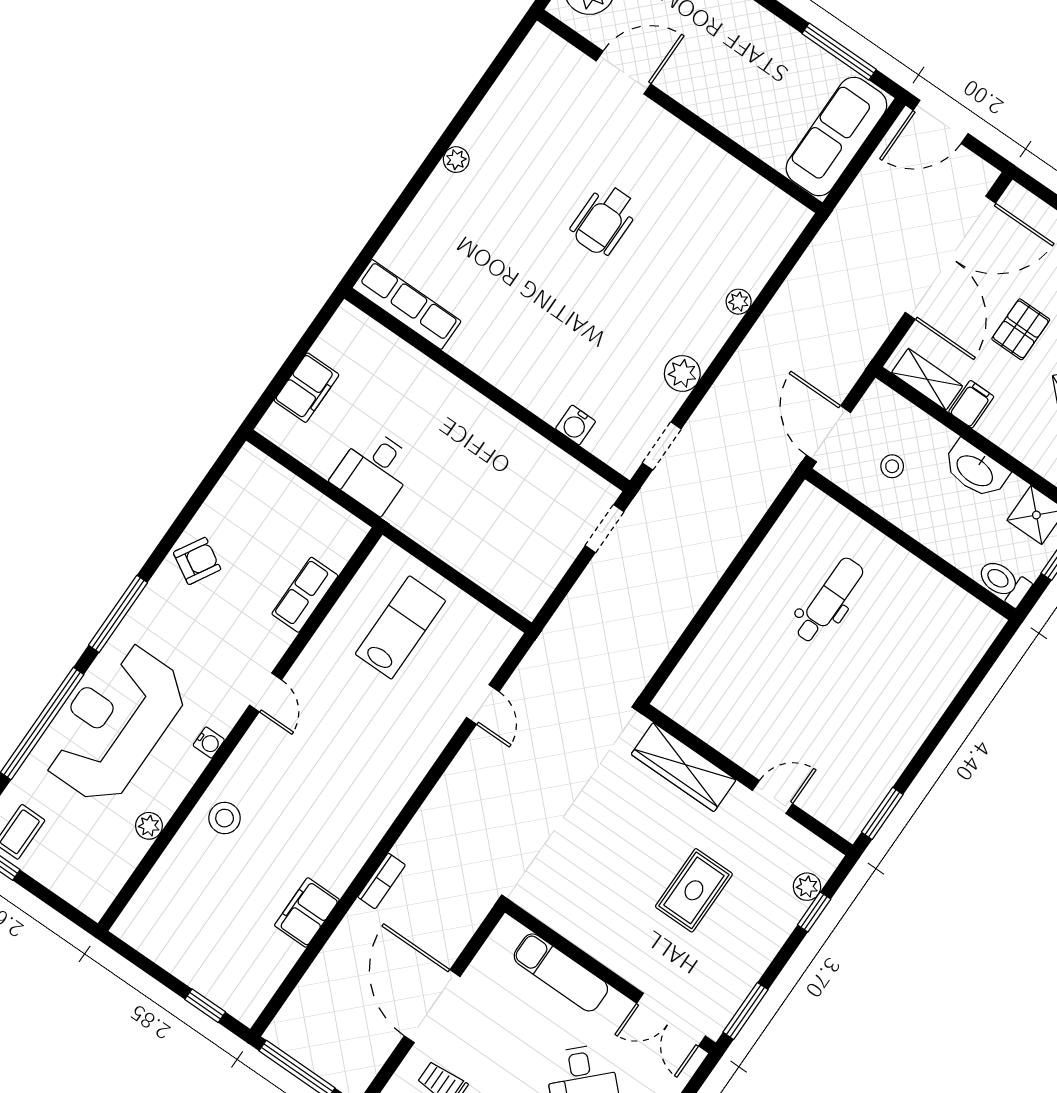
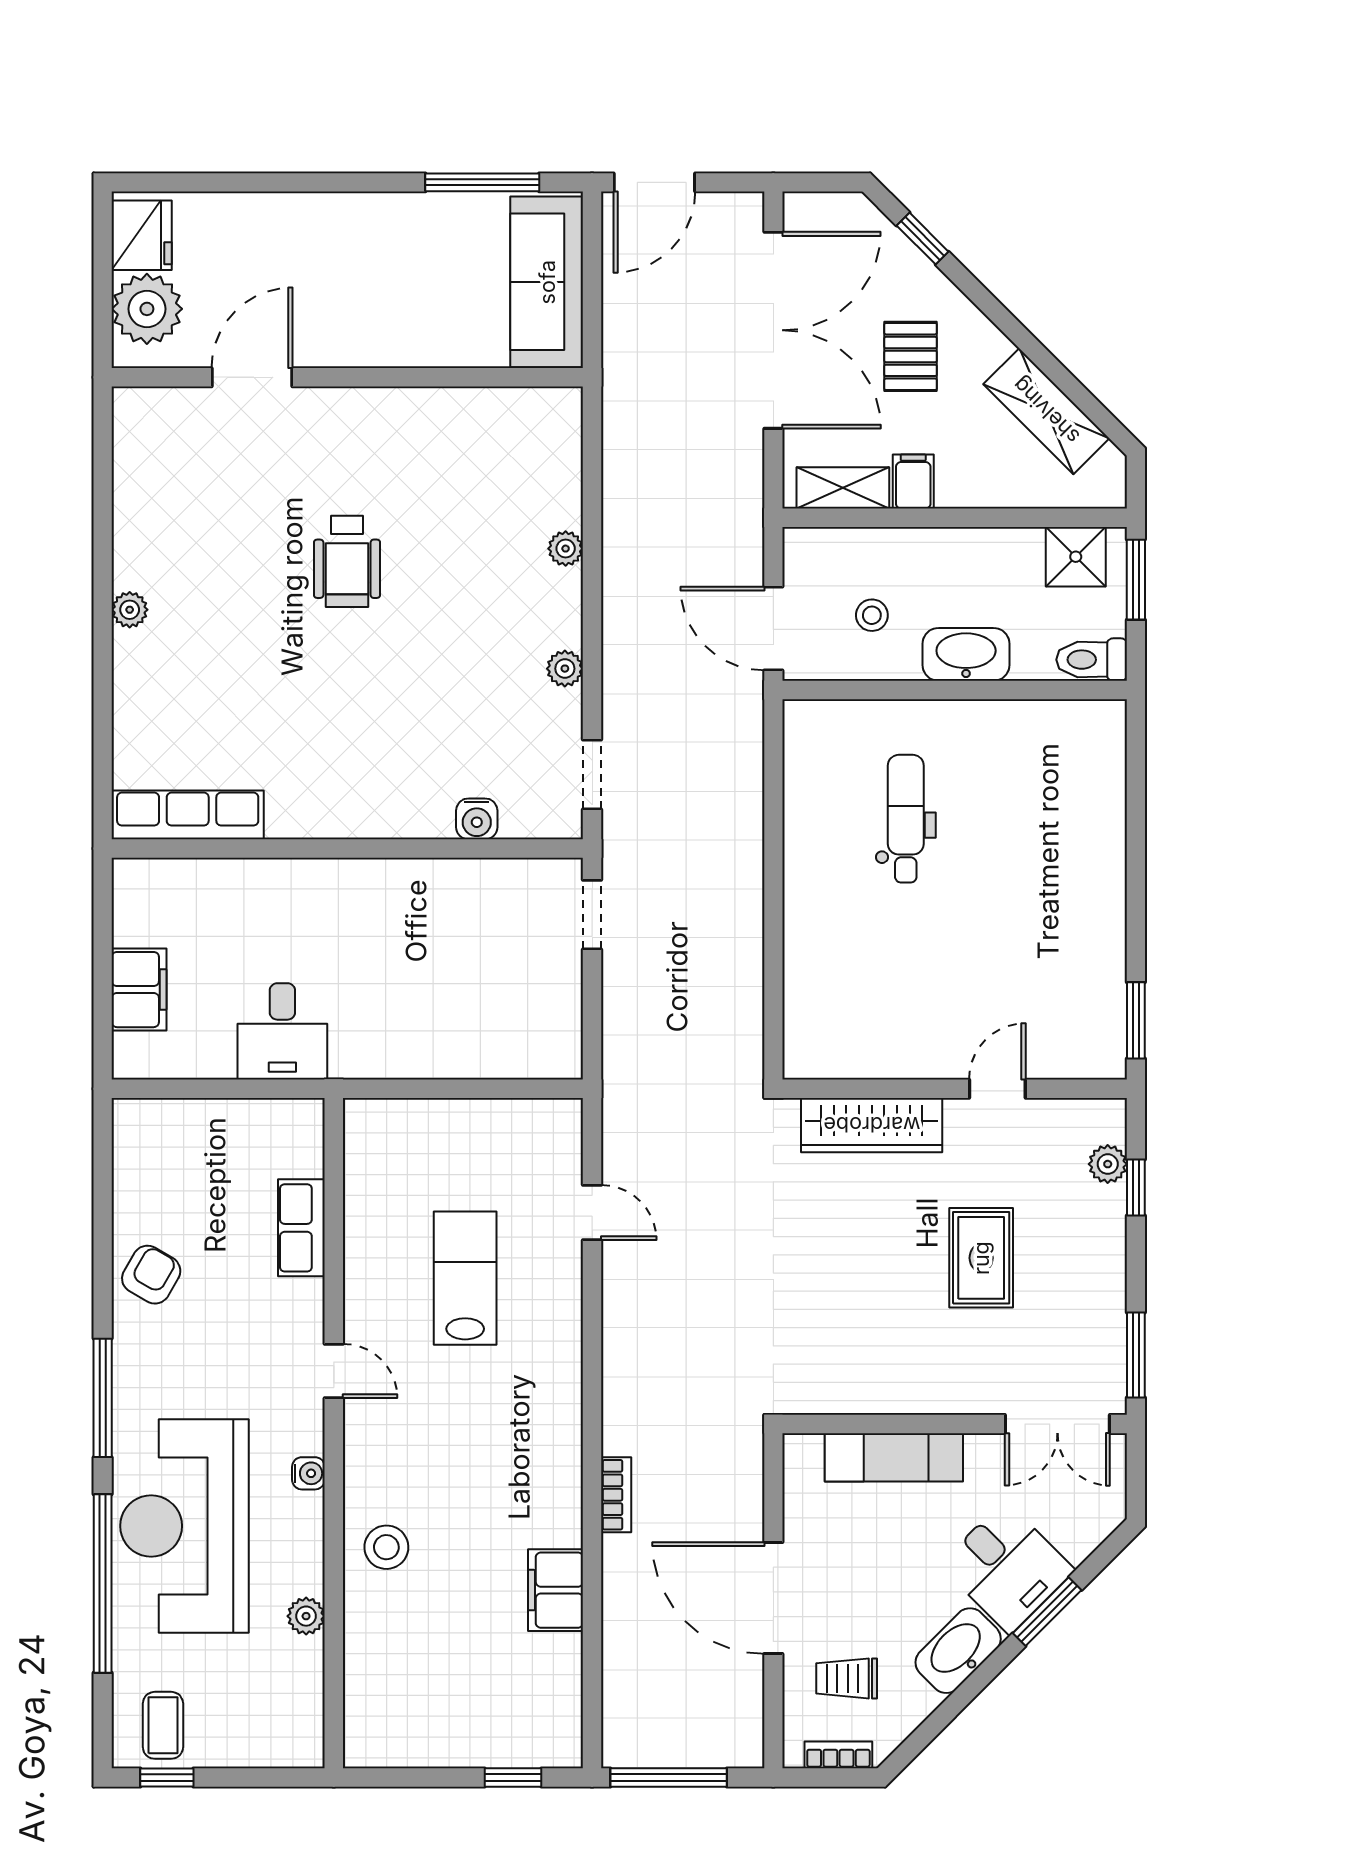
plant: (682, 373) -> (565, 669), width x0.73, depth x0.73
washbasin: (975, 470) -> (966, 654), moved, turned 180
lab bench: (400, 627) -> (465, 1278), moved

